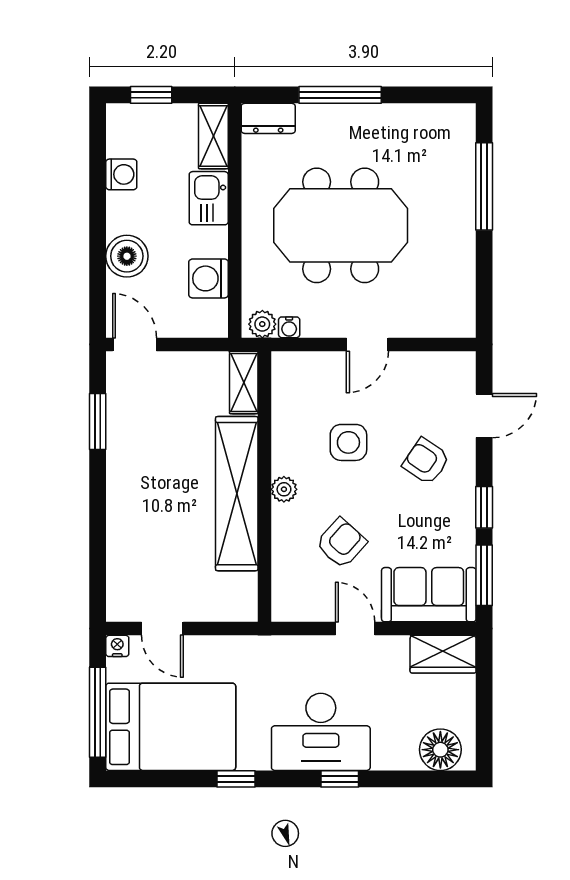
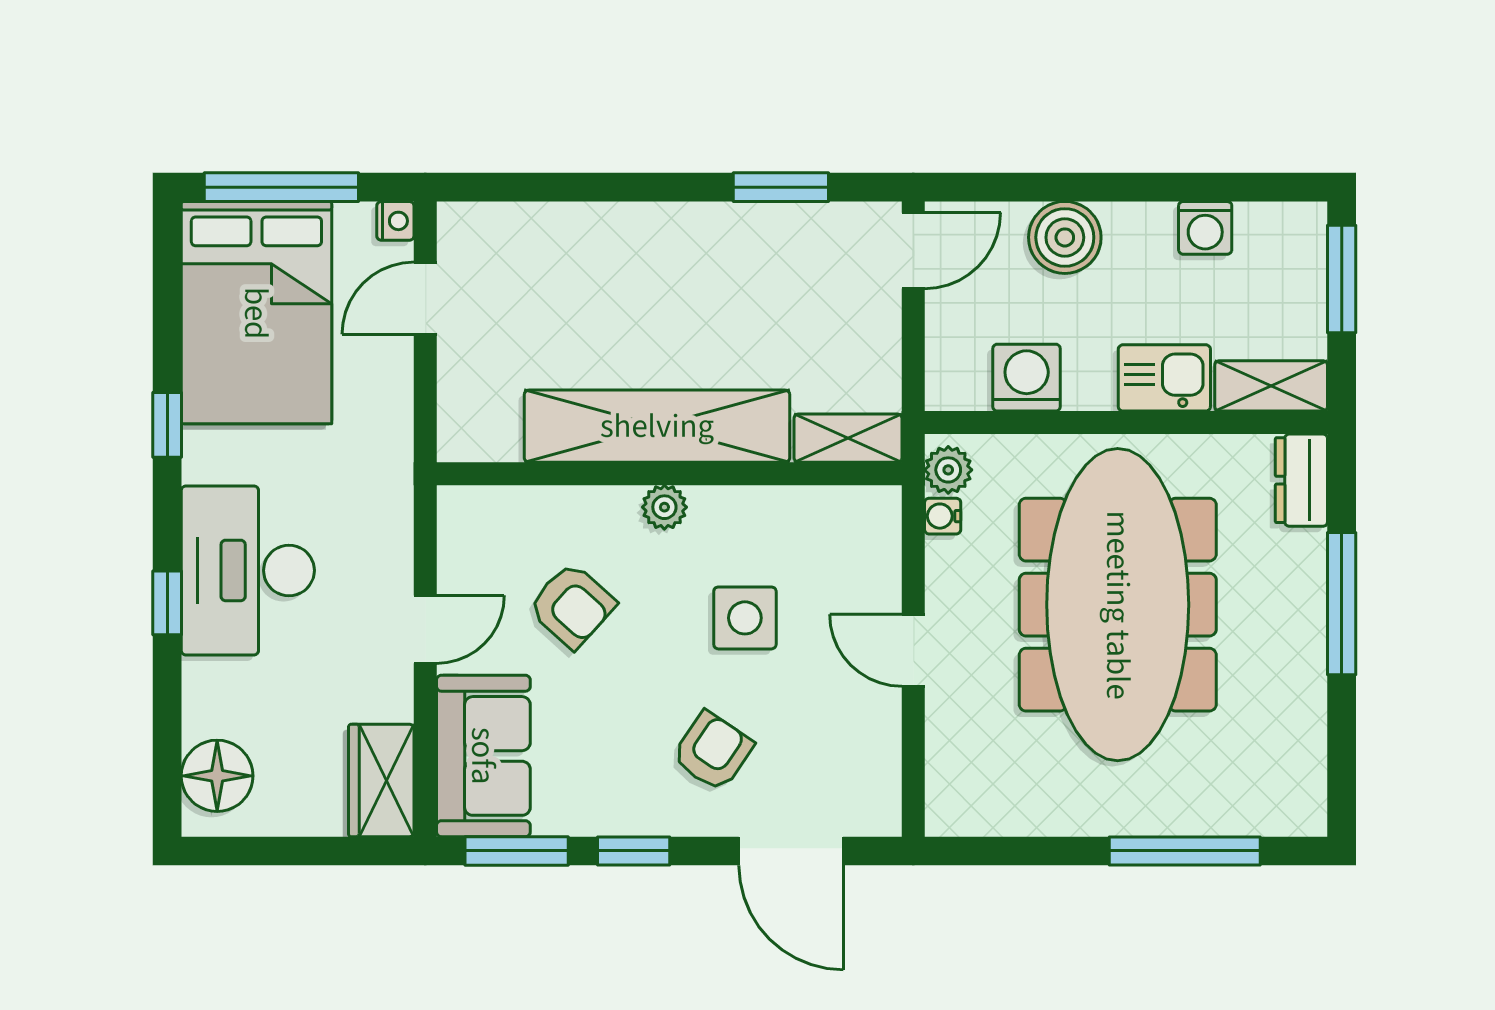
window: (151, 95) -> (1342, 279), width x1.50
meeting table: (341, 225) -> (1118, 605), width x1.36
door: (484, 416) -> (791, 851), width x1.38

